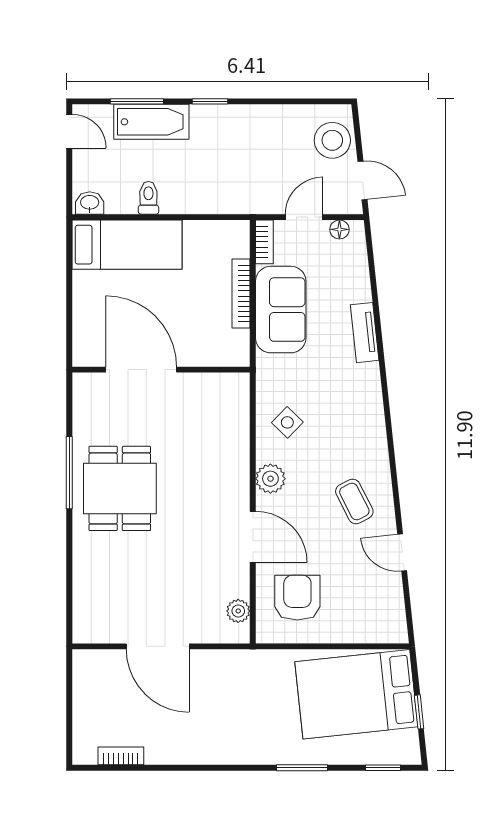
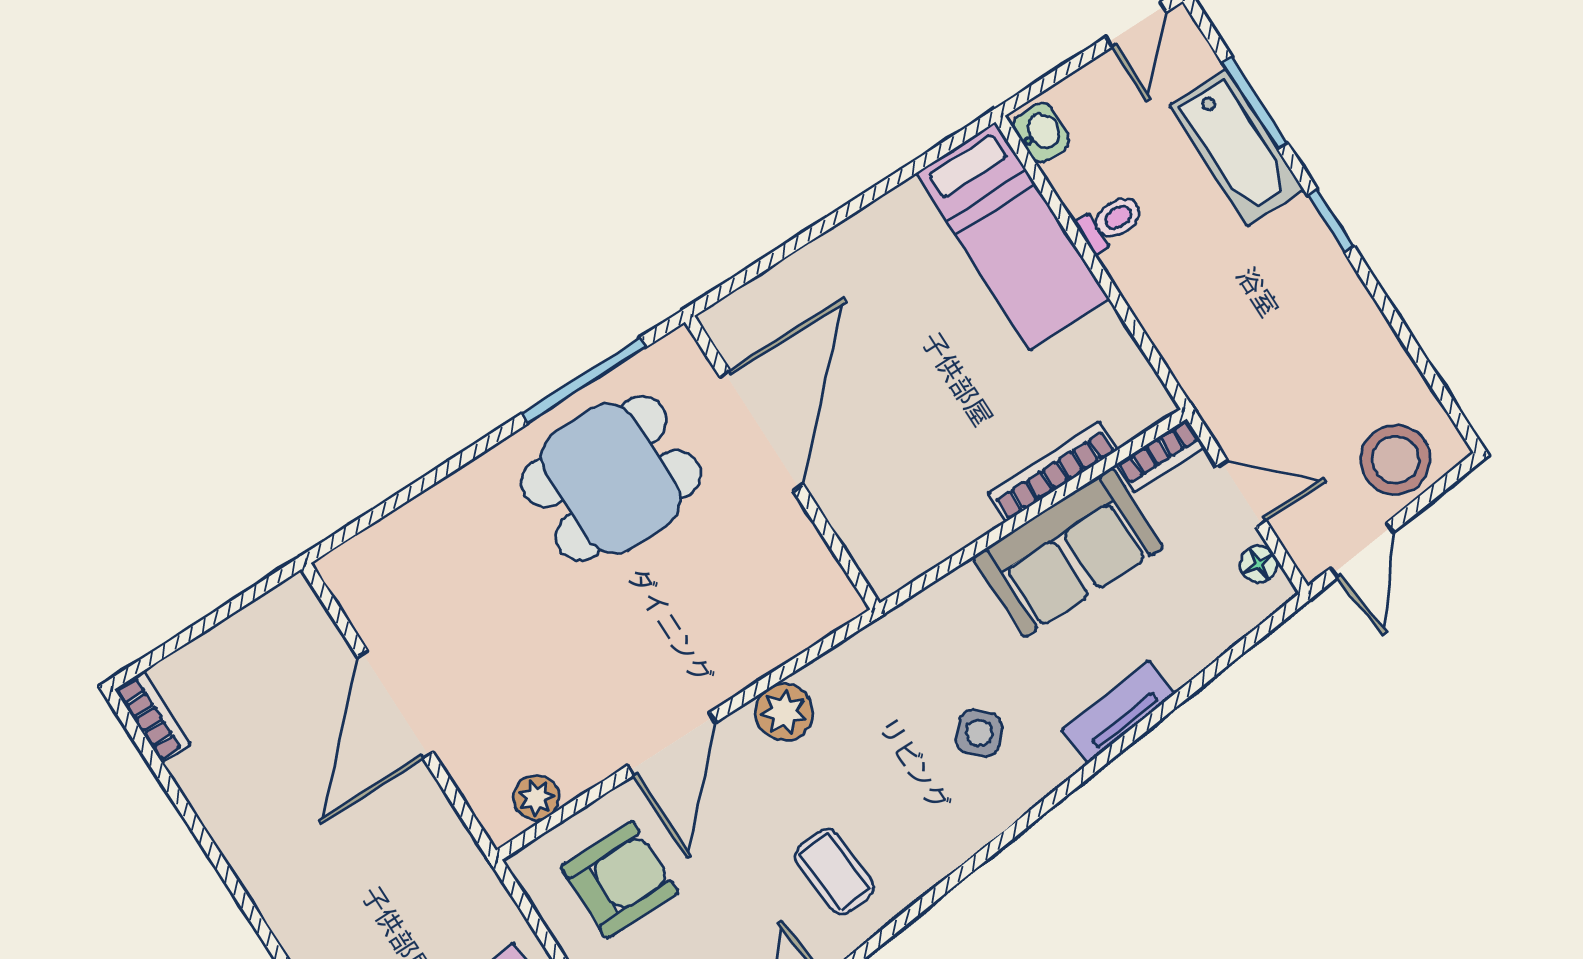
door: (141, 370) -> (762, 431), moved
wall: (161, 370) -> (782, 463), moved
side table: (287, 422) -> (979, 733), moved
coffee table: (354, 501) -> (834, 871), turned -67
bookcase: (121, 756) -> (153, 717), moved

